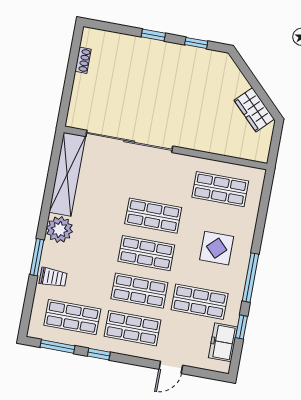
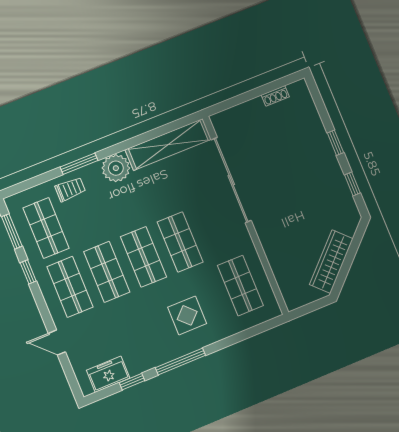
wardrobe: (254, 110) -> (331, 262), width x1.50
trolley: (53, 277) -> (70, 189), turned -90
shop shelf: (200, 302) -> (131, 331), removed

